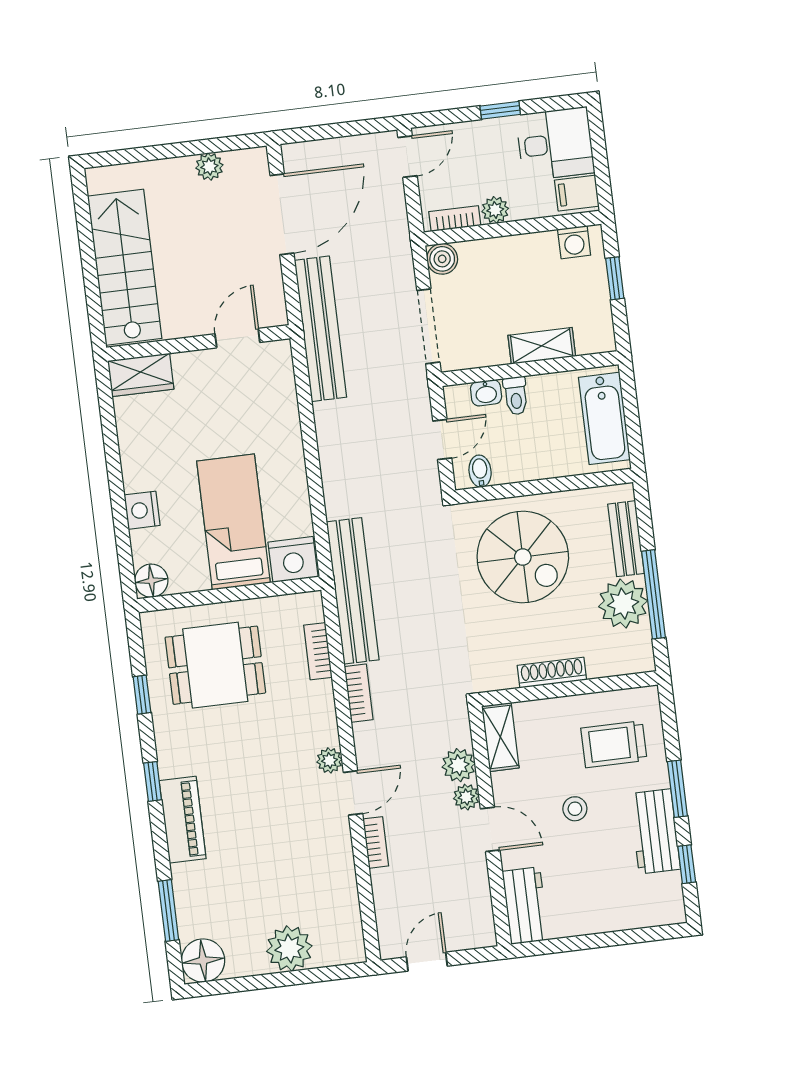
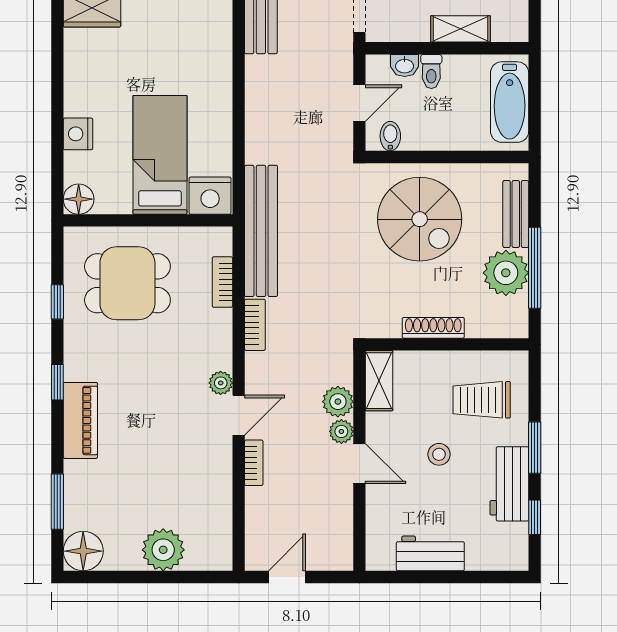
workbench: (525, 906) -> (430, 553), moved, turned -90

